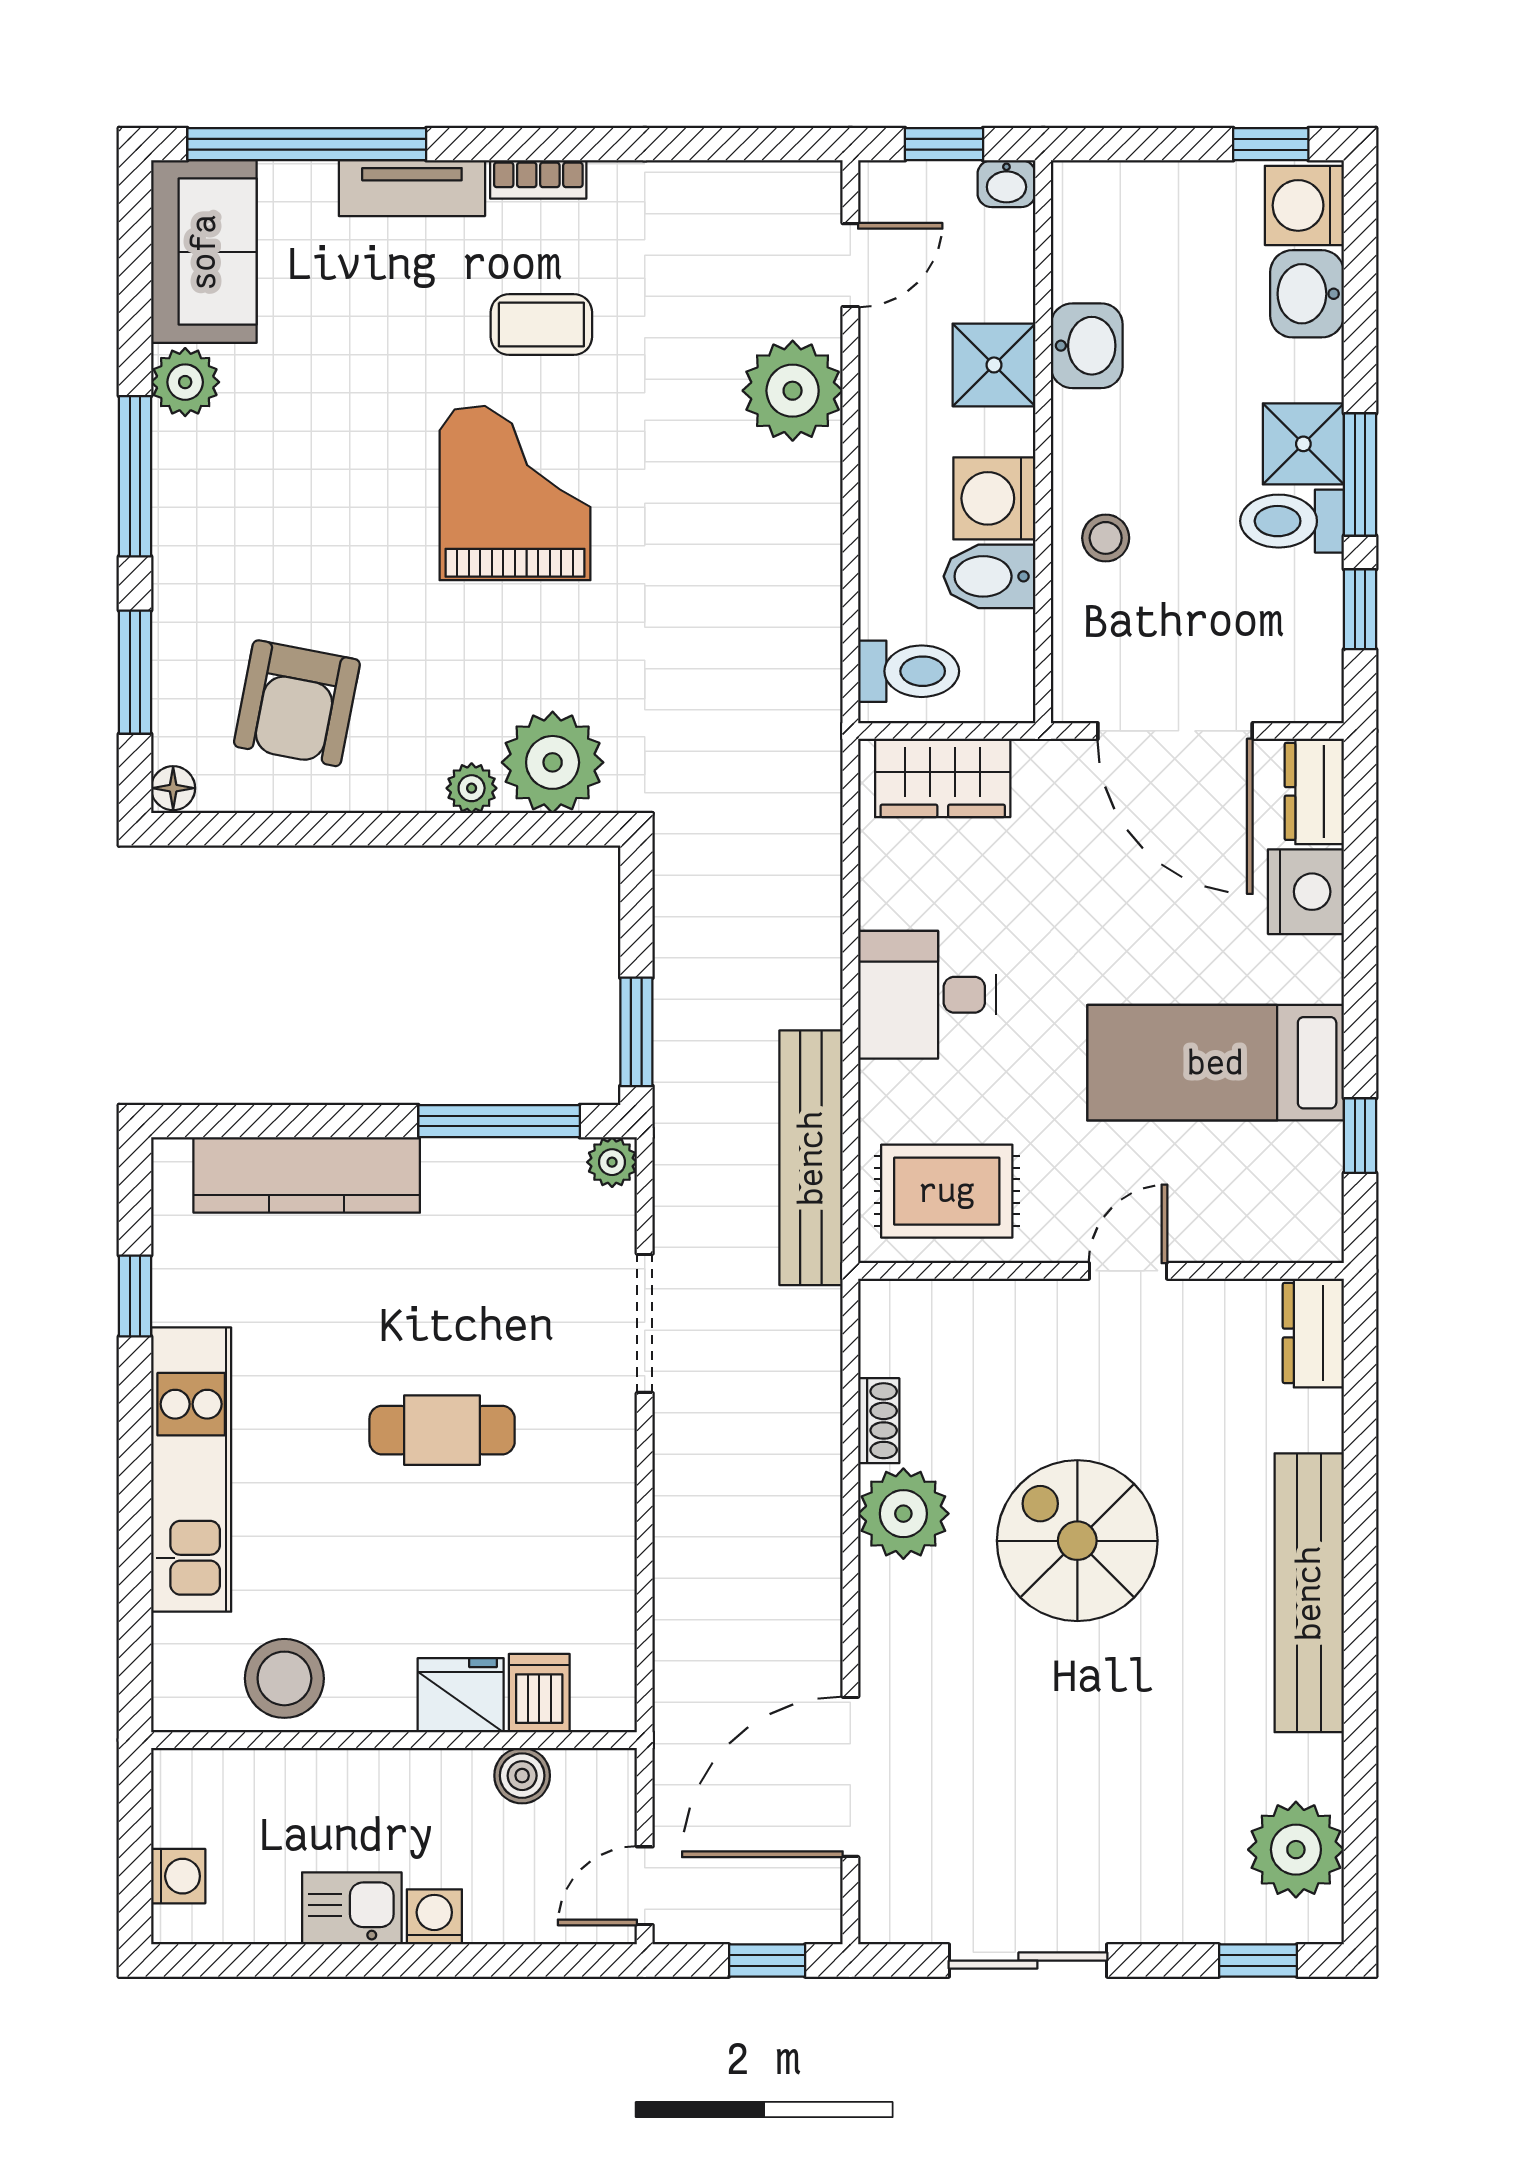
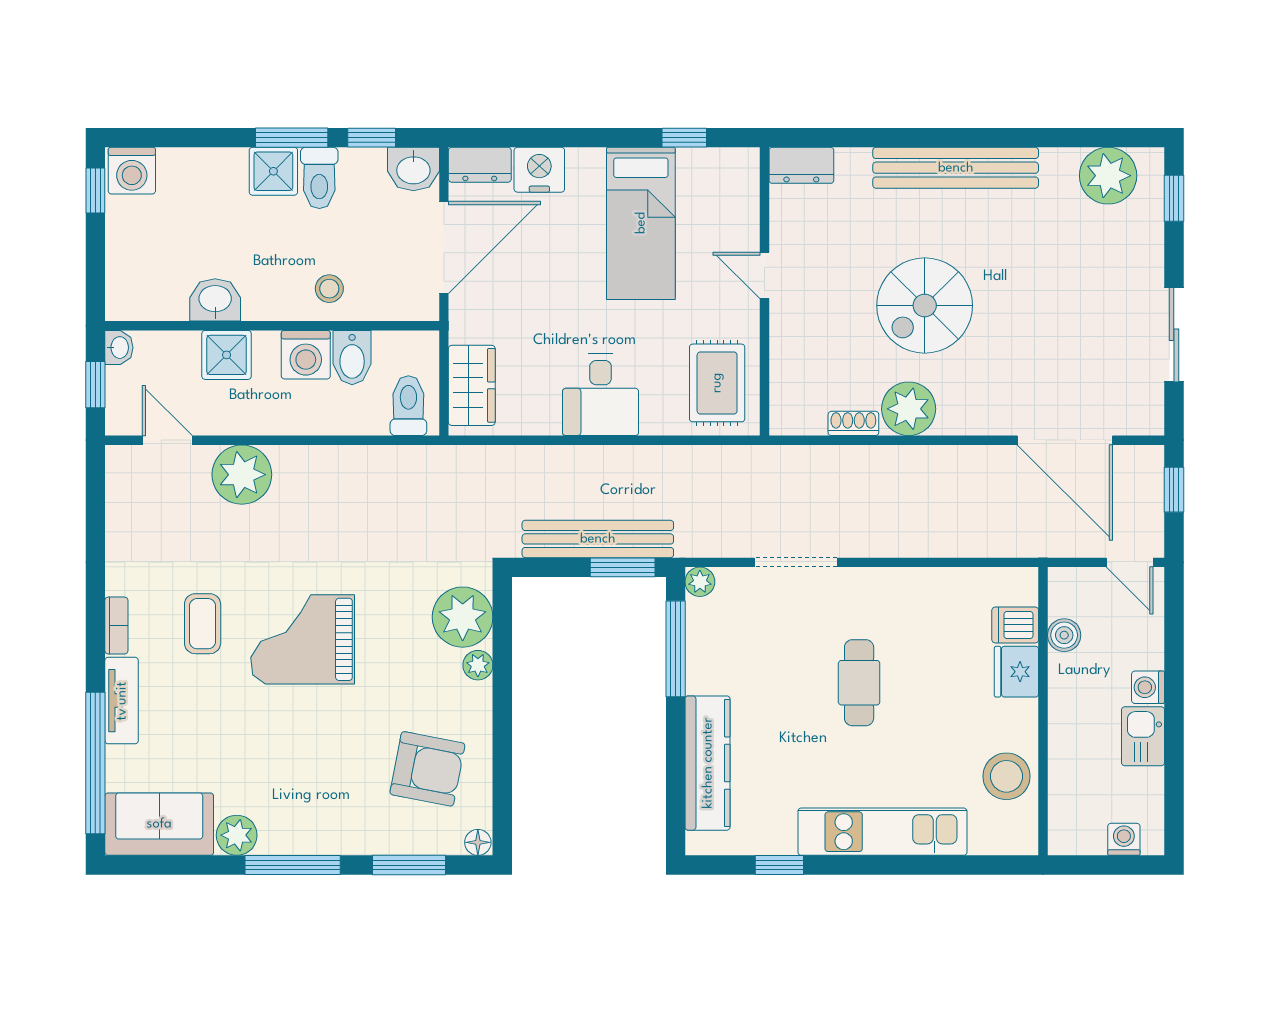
washbasin: (1307, 294) -> (413, 169), moved
bench: (811, 1158) -> (598, 539), moved

